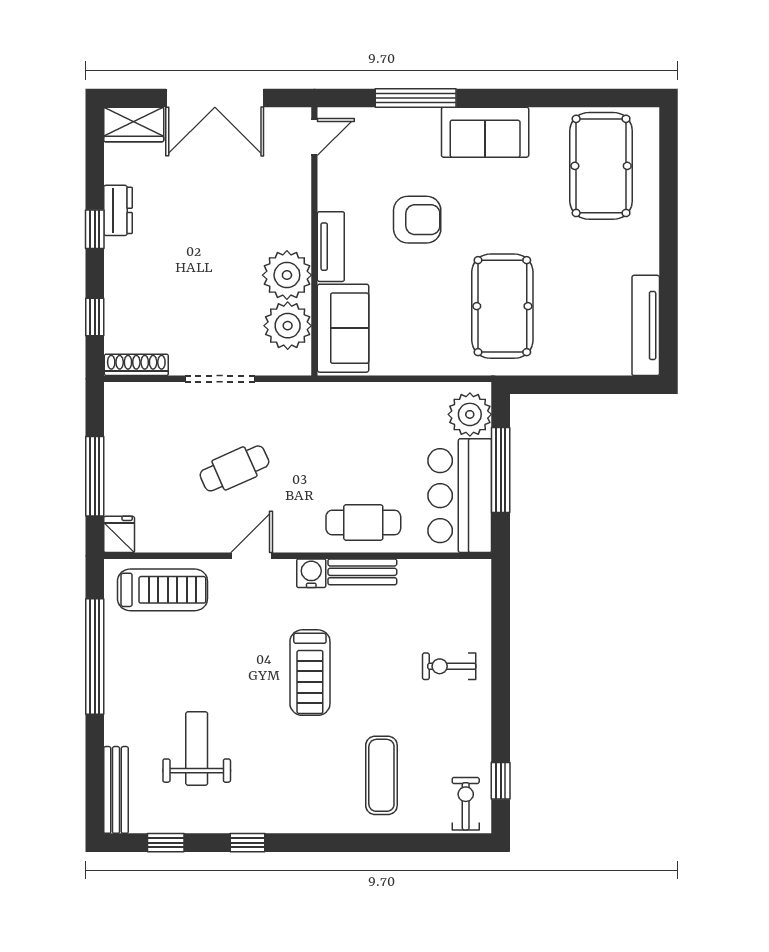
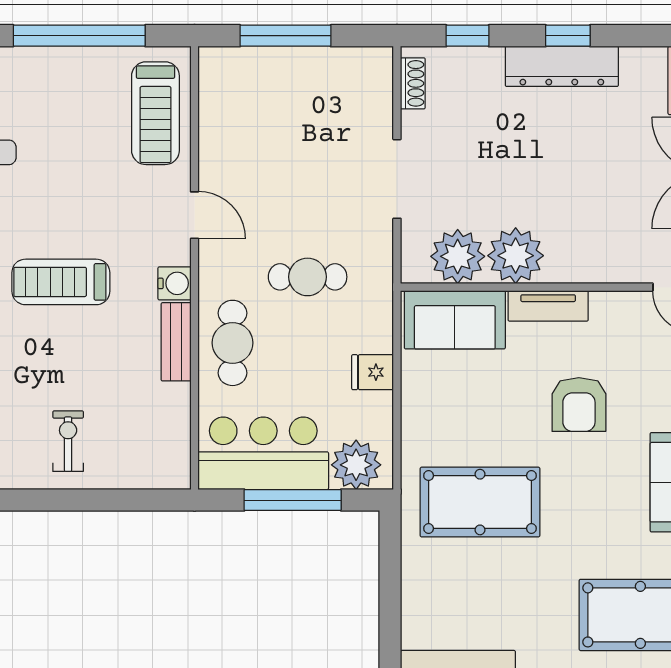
dresser: (118, 210) -> (562, 66), width x1.96, depth x1.24
shoe rack: (136, 365) -> (413, 83), width x0.70
cafe table: (234, 468) -> (308, 277), moved, turned -66
fridge: (119, 534) -> (373, 372), moved, turned 180

